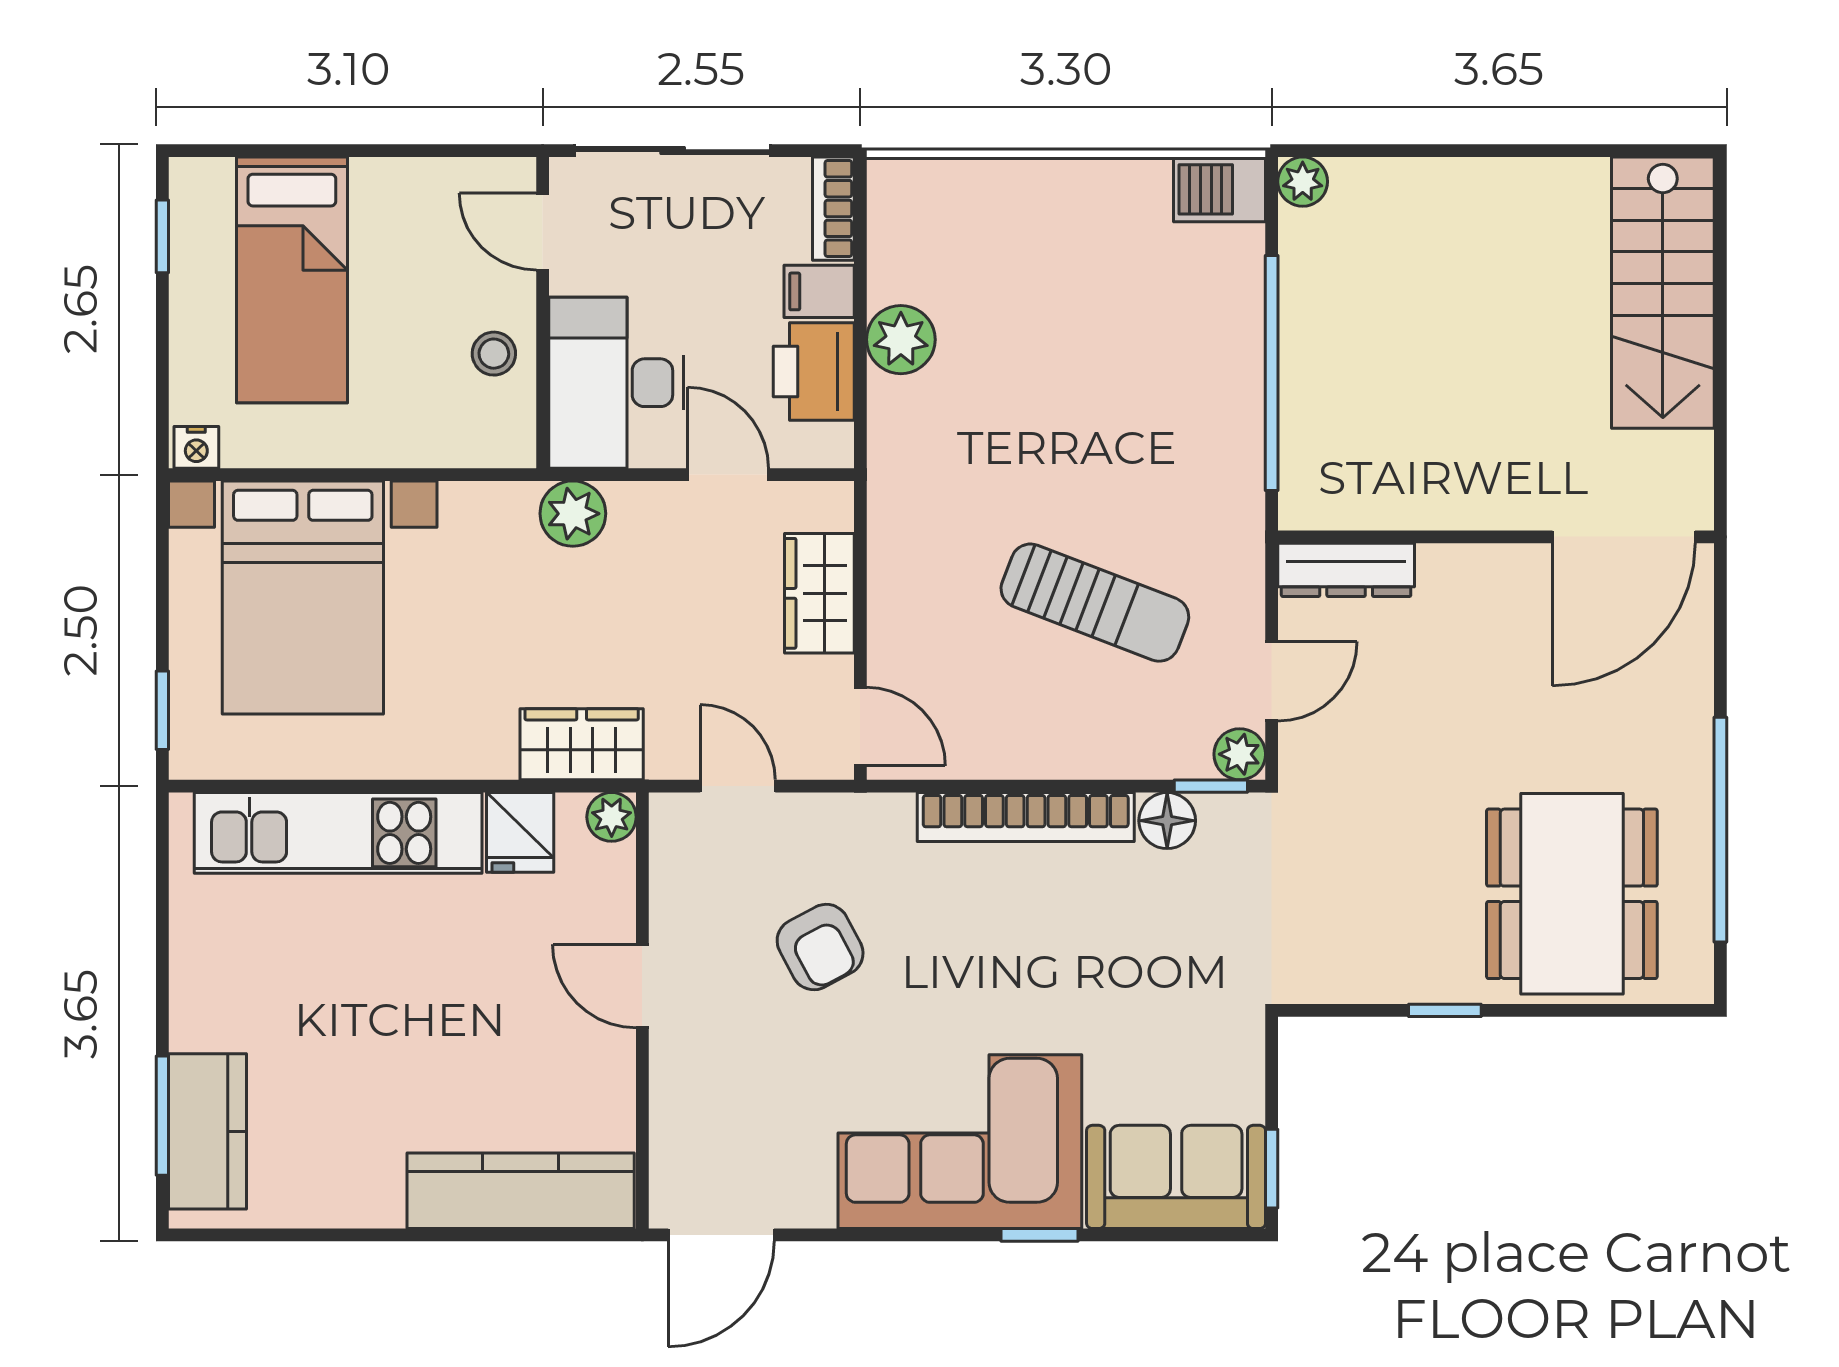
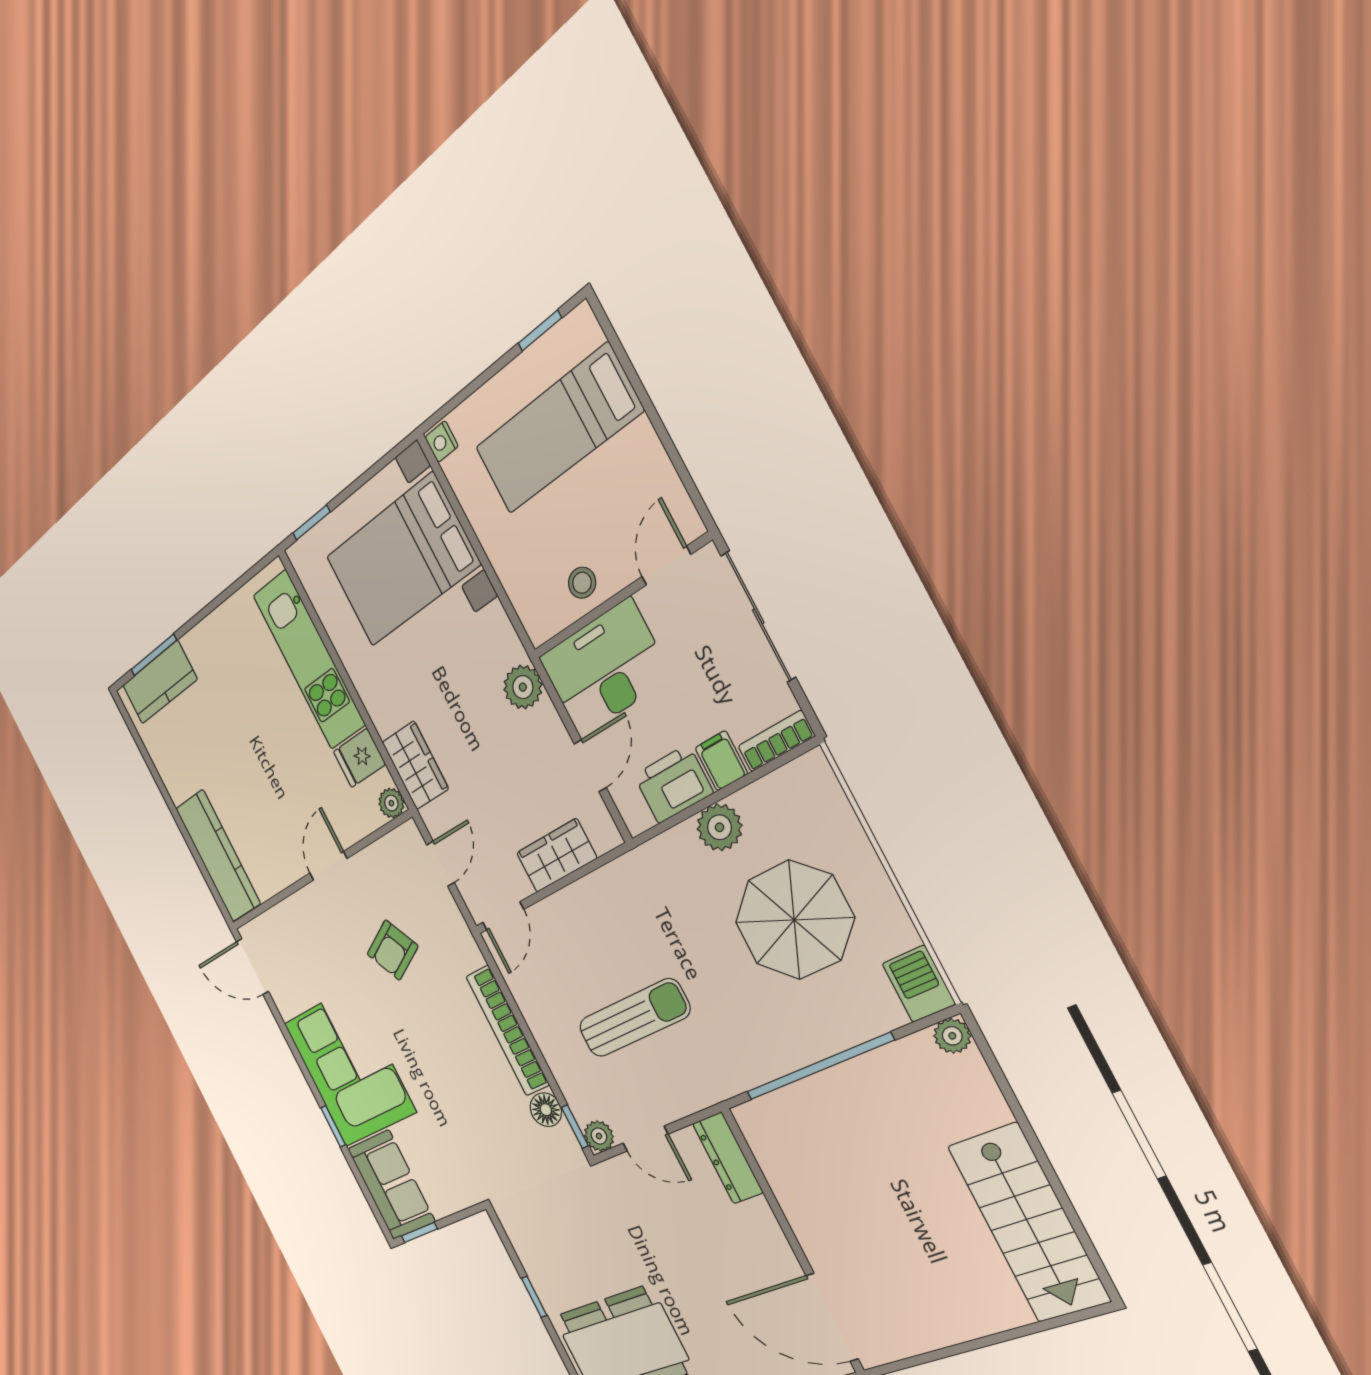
stairs: (1663, 293) -> (1028, 1223), moved, turned -90
parasol: (1067, 305) -> (794, 920), added
sun lounger: (1095, 603) -> (634, 1018), turned -111

